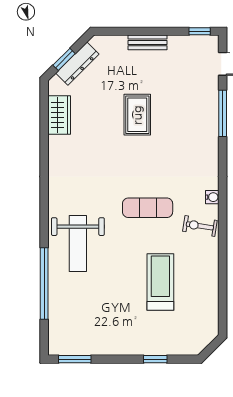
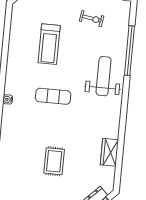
wardrobe: (59, 115) -> (109, 152), moved
exercise bike: (200, 226) -> (92, 19), moved

